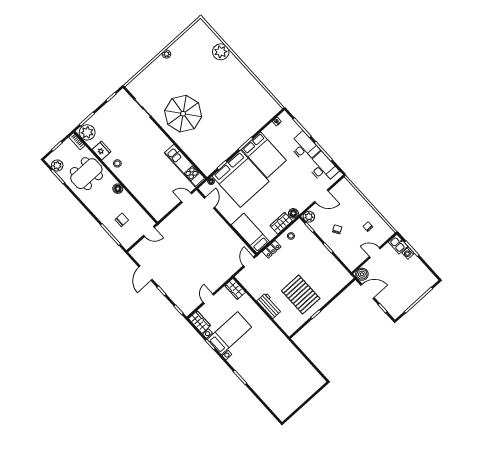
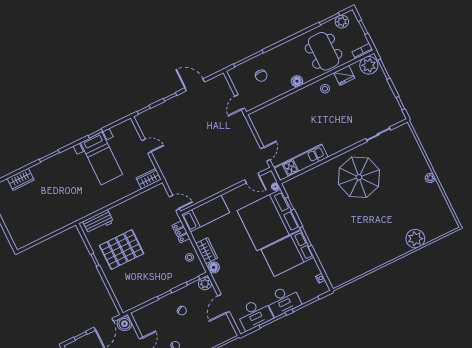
workbench: (269, 306) -> (98, 222), moved
wardrobe: (200, 322) -> (21, 179), moved

